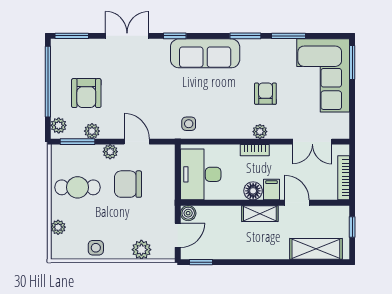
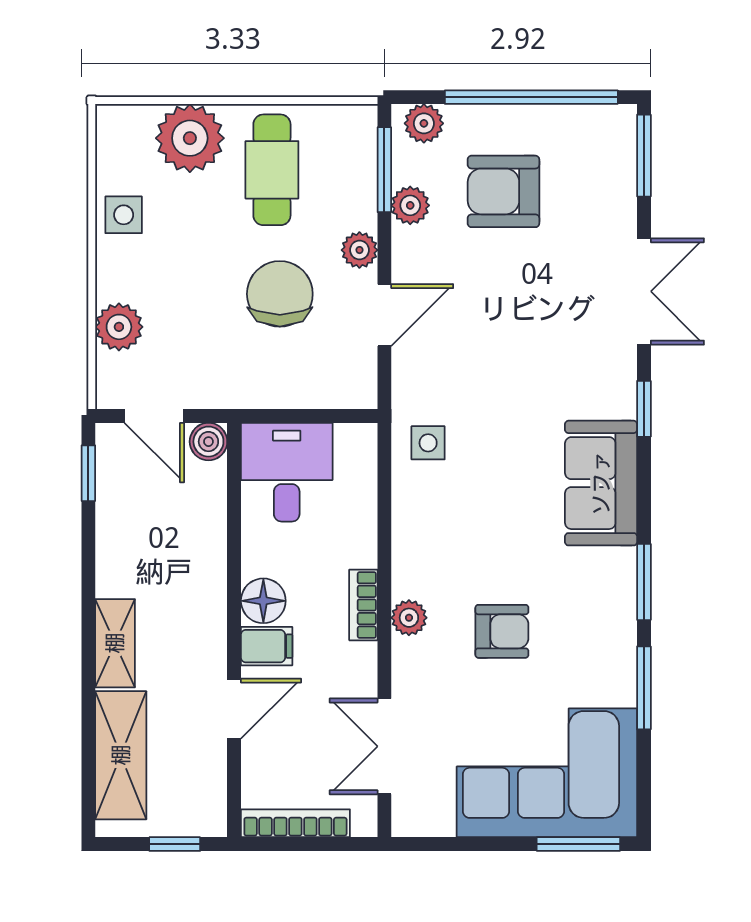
sofa: (205, 53) -> (601, 483), width x0.73
desk: (201, 174) -> (287, 472), width x0.73
shelving: (260, 214) -> (115, 643), moved
plant: (58, 227) -> (190, 138), width x1.88, depth x1.88

